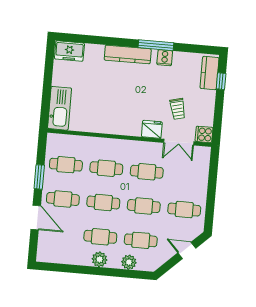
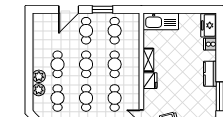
kitchen counter: (128, 55) -> (210, 74), width x0.67
cooker: (165, 58) -> (210, 44), moved
shelving: (105, 127) -> (148, 60), added
fridge: (152, 129) -> (150, 81), moved
plant: (100, 259) -> (39, 76), moved

